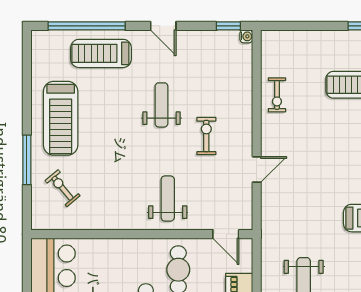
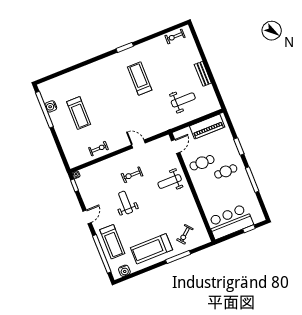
water cooler: (41, 54) -> (124, 271), added
weight bench: (161, 105) -> (126, 203), turned 90
treadmill: (61, 118) -> (151, 249), turned 180

